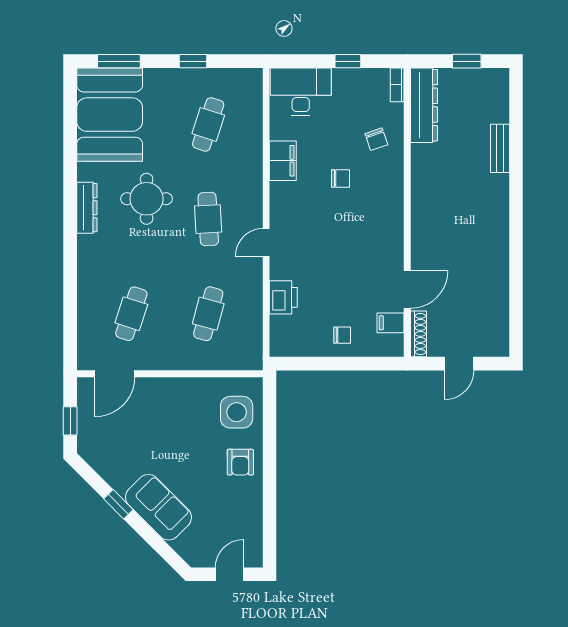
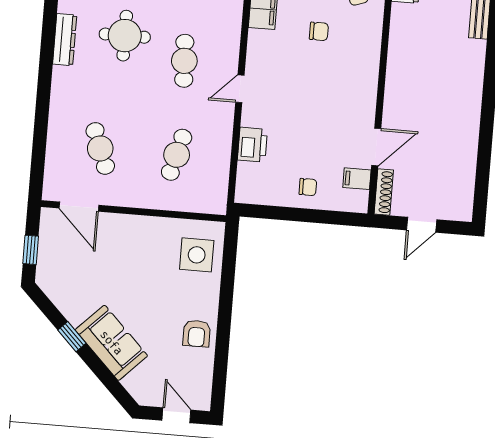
cafe table: (131, 314) -> (100, 148), turned -39
door: (115, 374) -> (79, 207), hinge flipped
armchair: (240, 462) -> (197, 333), moved
door: (229, 574) -> (176, 415), hinge flipped

